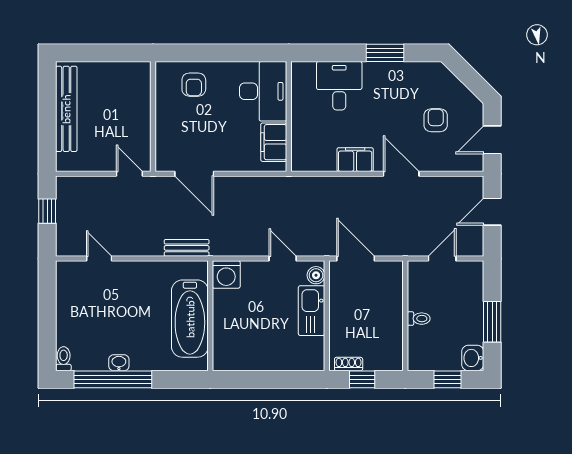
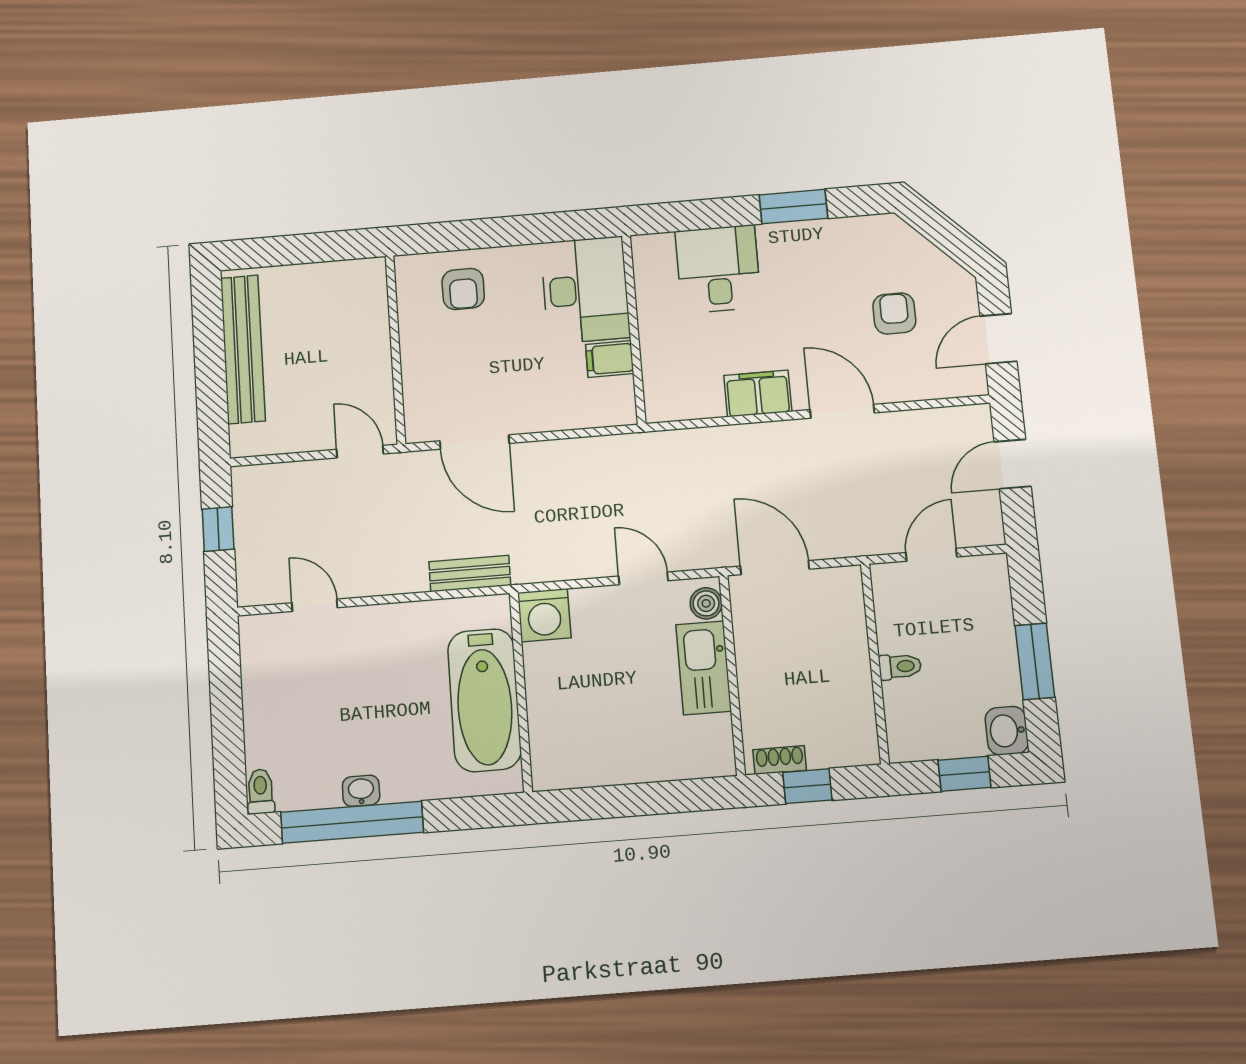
filing cabinet: (274, 142) -> (610, 359), width x0.50

